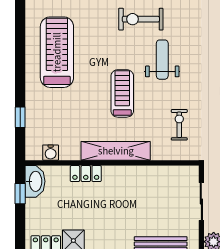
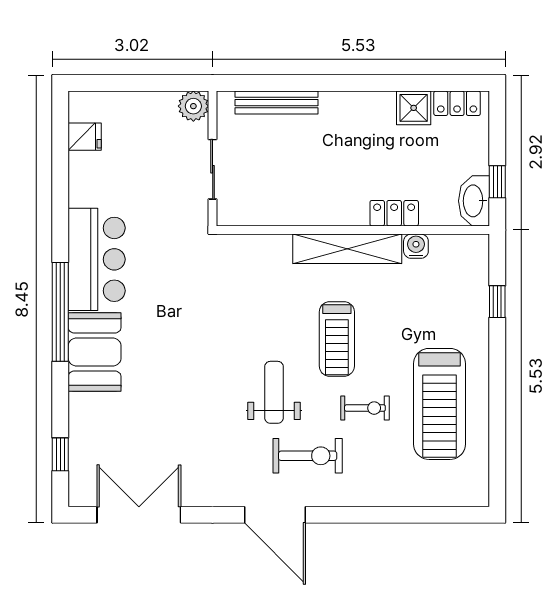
weight bench: (162, 60) -> (274, 392), turned 180
exercise bike: (179, 125) -> (365, 408), moved, turned -90
water cooler: (51, 153) -> (416, 246), moved

